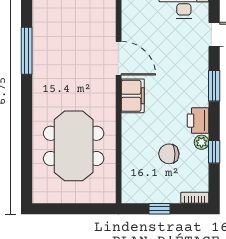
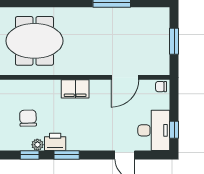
door: (119, 58) -> (125, 77), moved
window: (214, 86) -> (67, 155), moved

